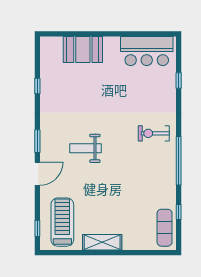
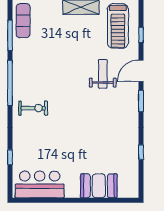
weight bench: (86, 148) -> (103, 74), moved, turned -90
window: (179, 212) -> (10, 35), width x2.17
window: (37, 228) -> (141, 35), moved

